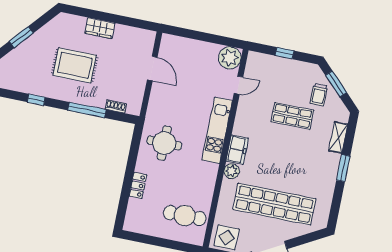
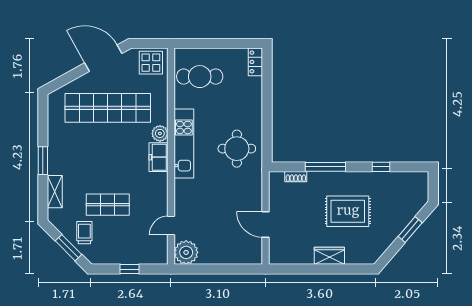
kitchen unit: (217, 130) -> (184, 143), moved
locker: (138, 185) -> (255, 62), moved

